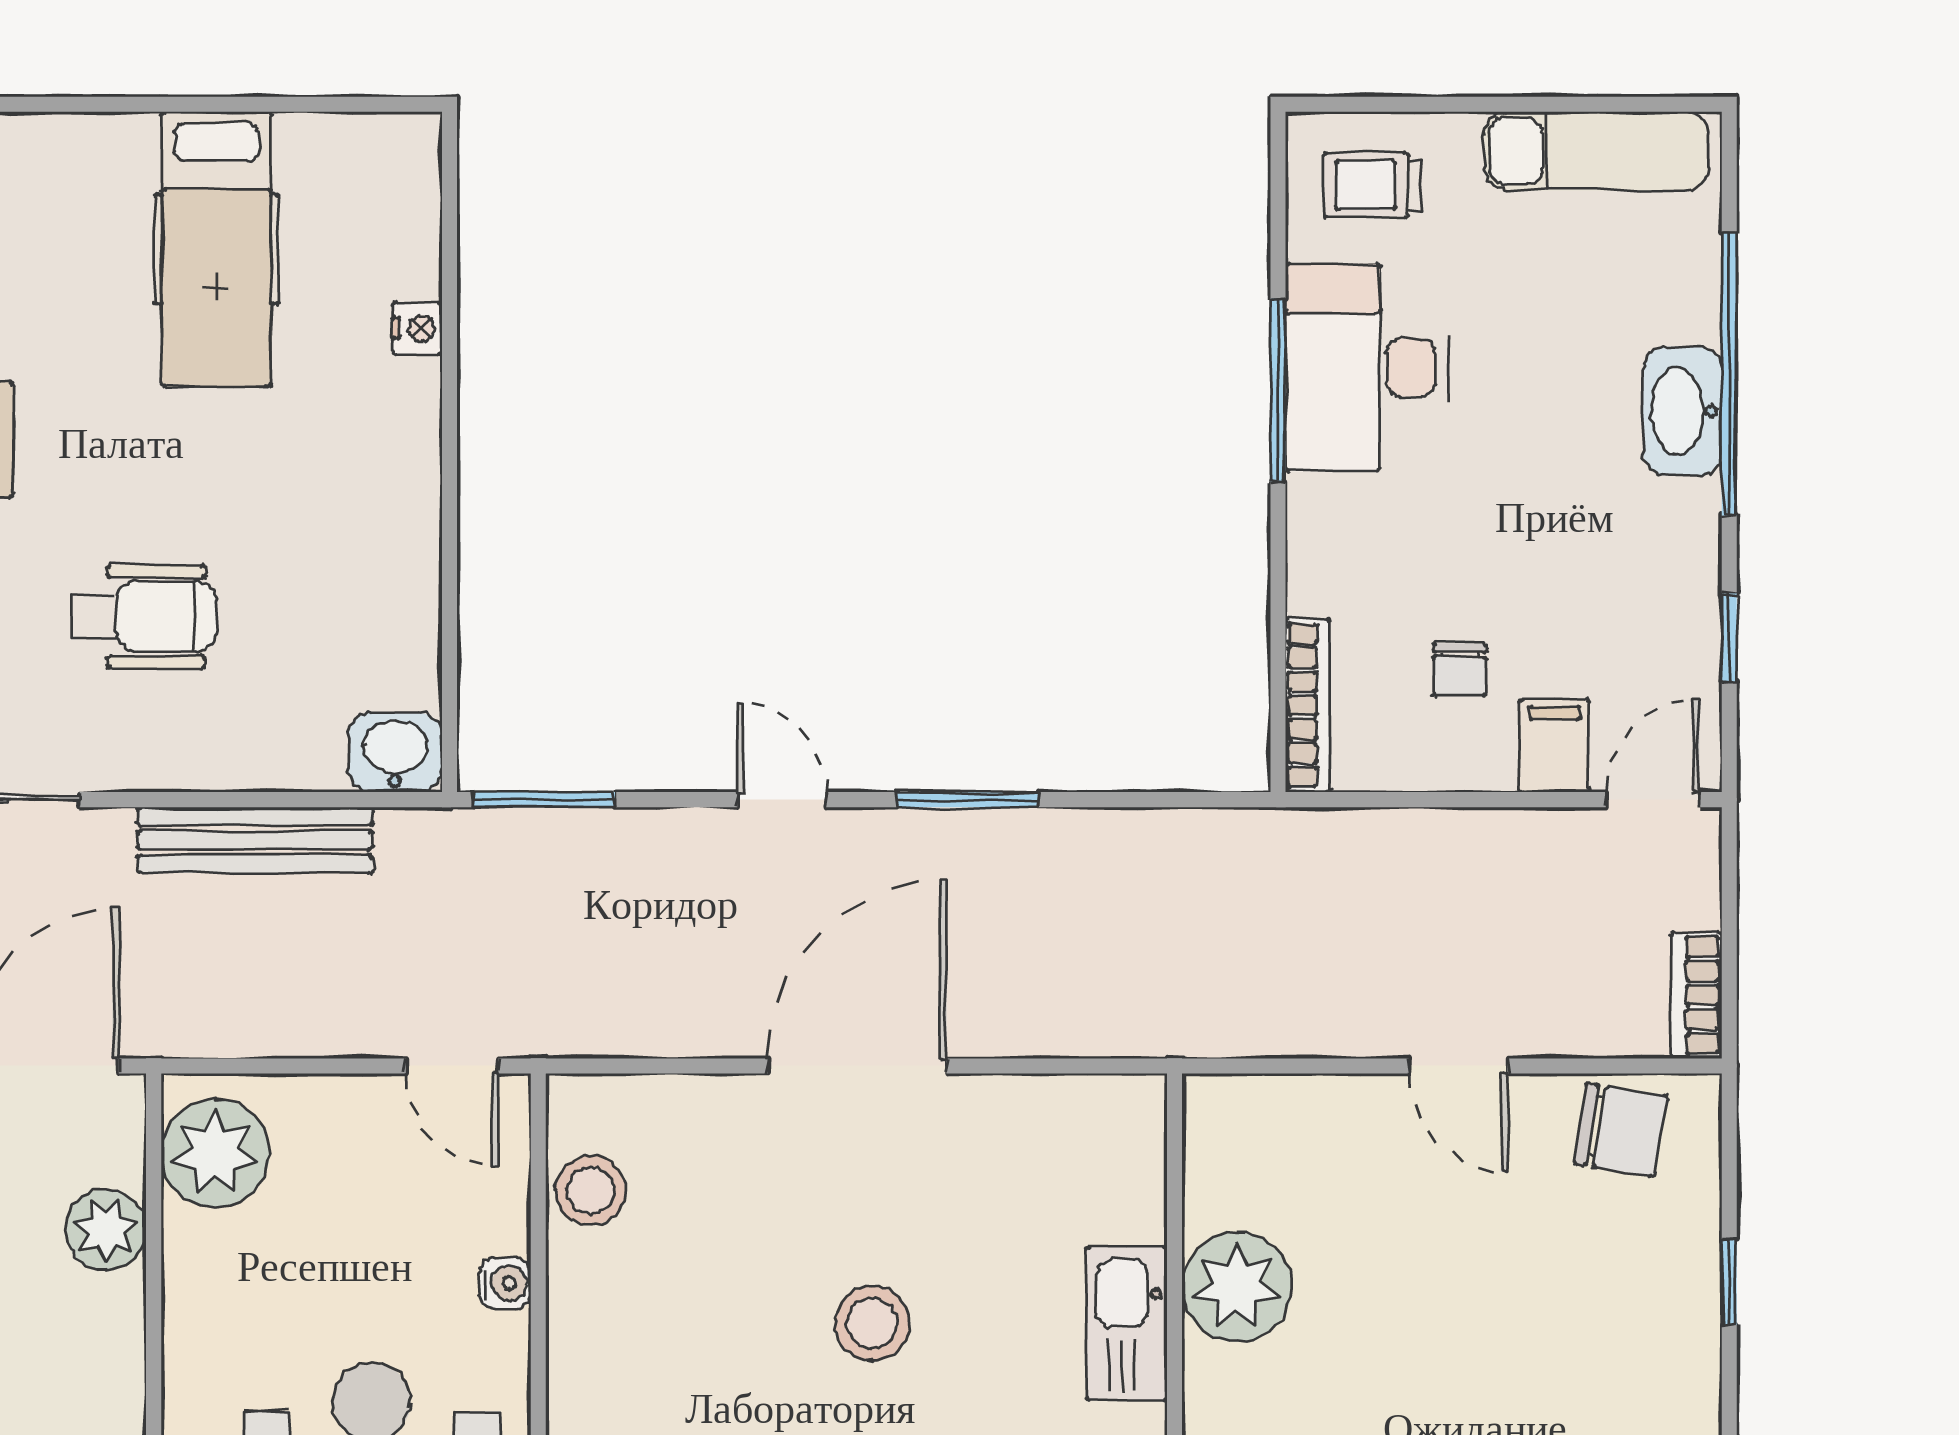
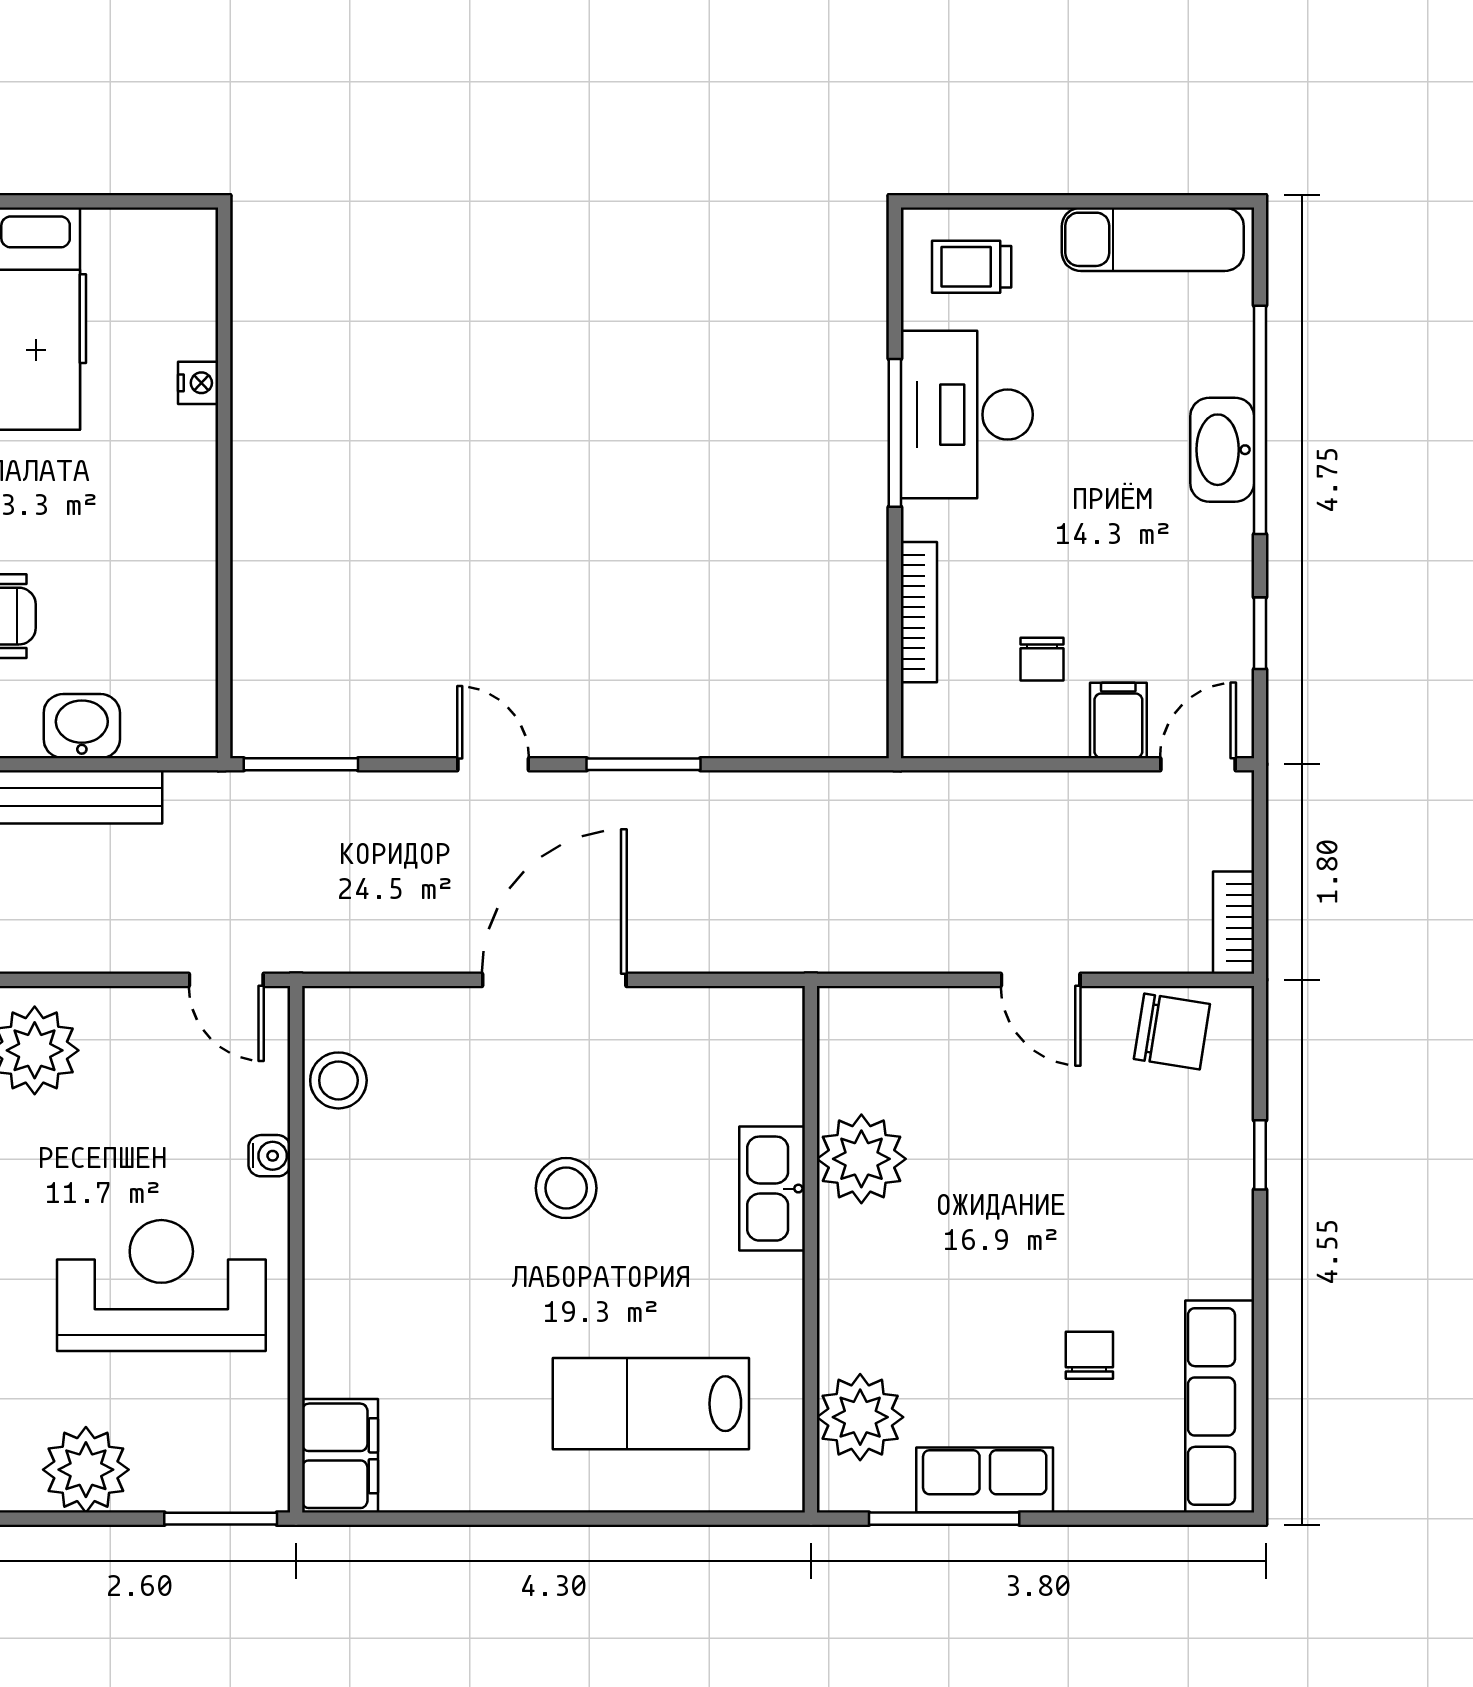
bookcase: (1308, 705) -> (919, 612), moved
washbasin: (395, 752) -> (82, 726), moved

